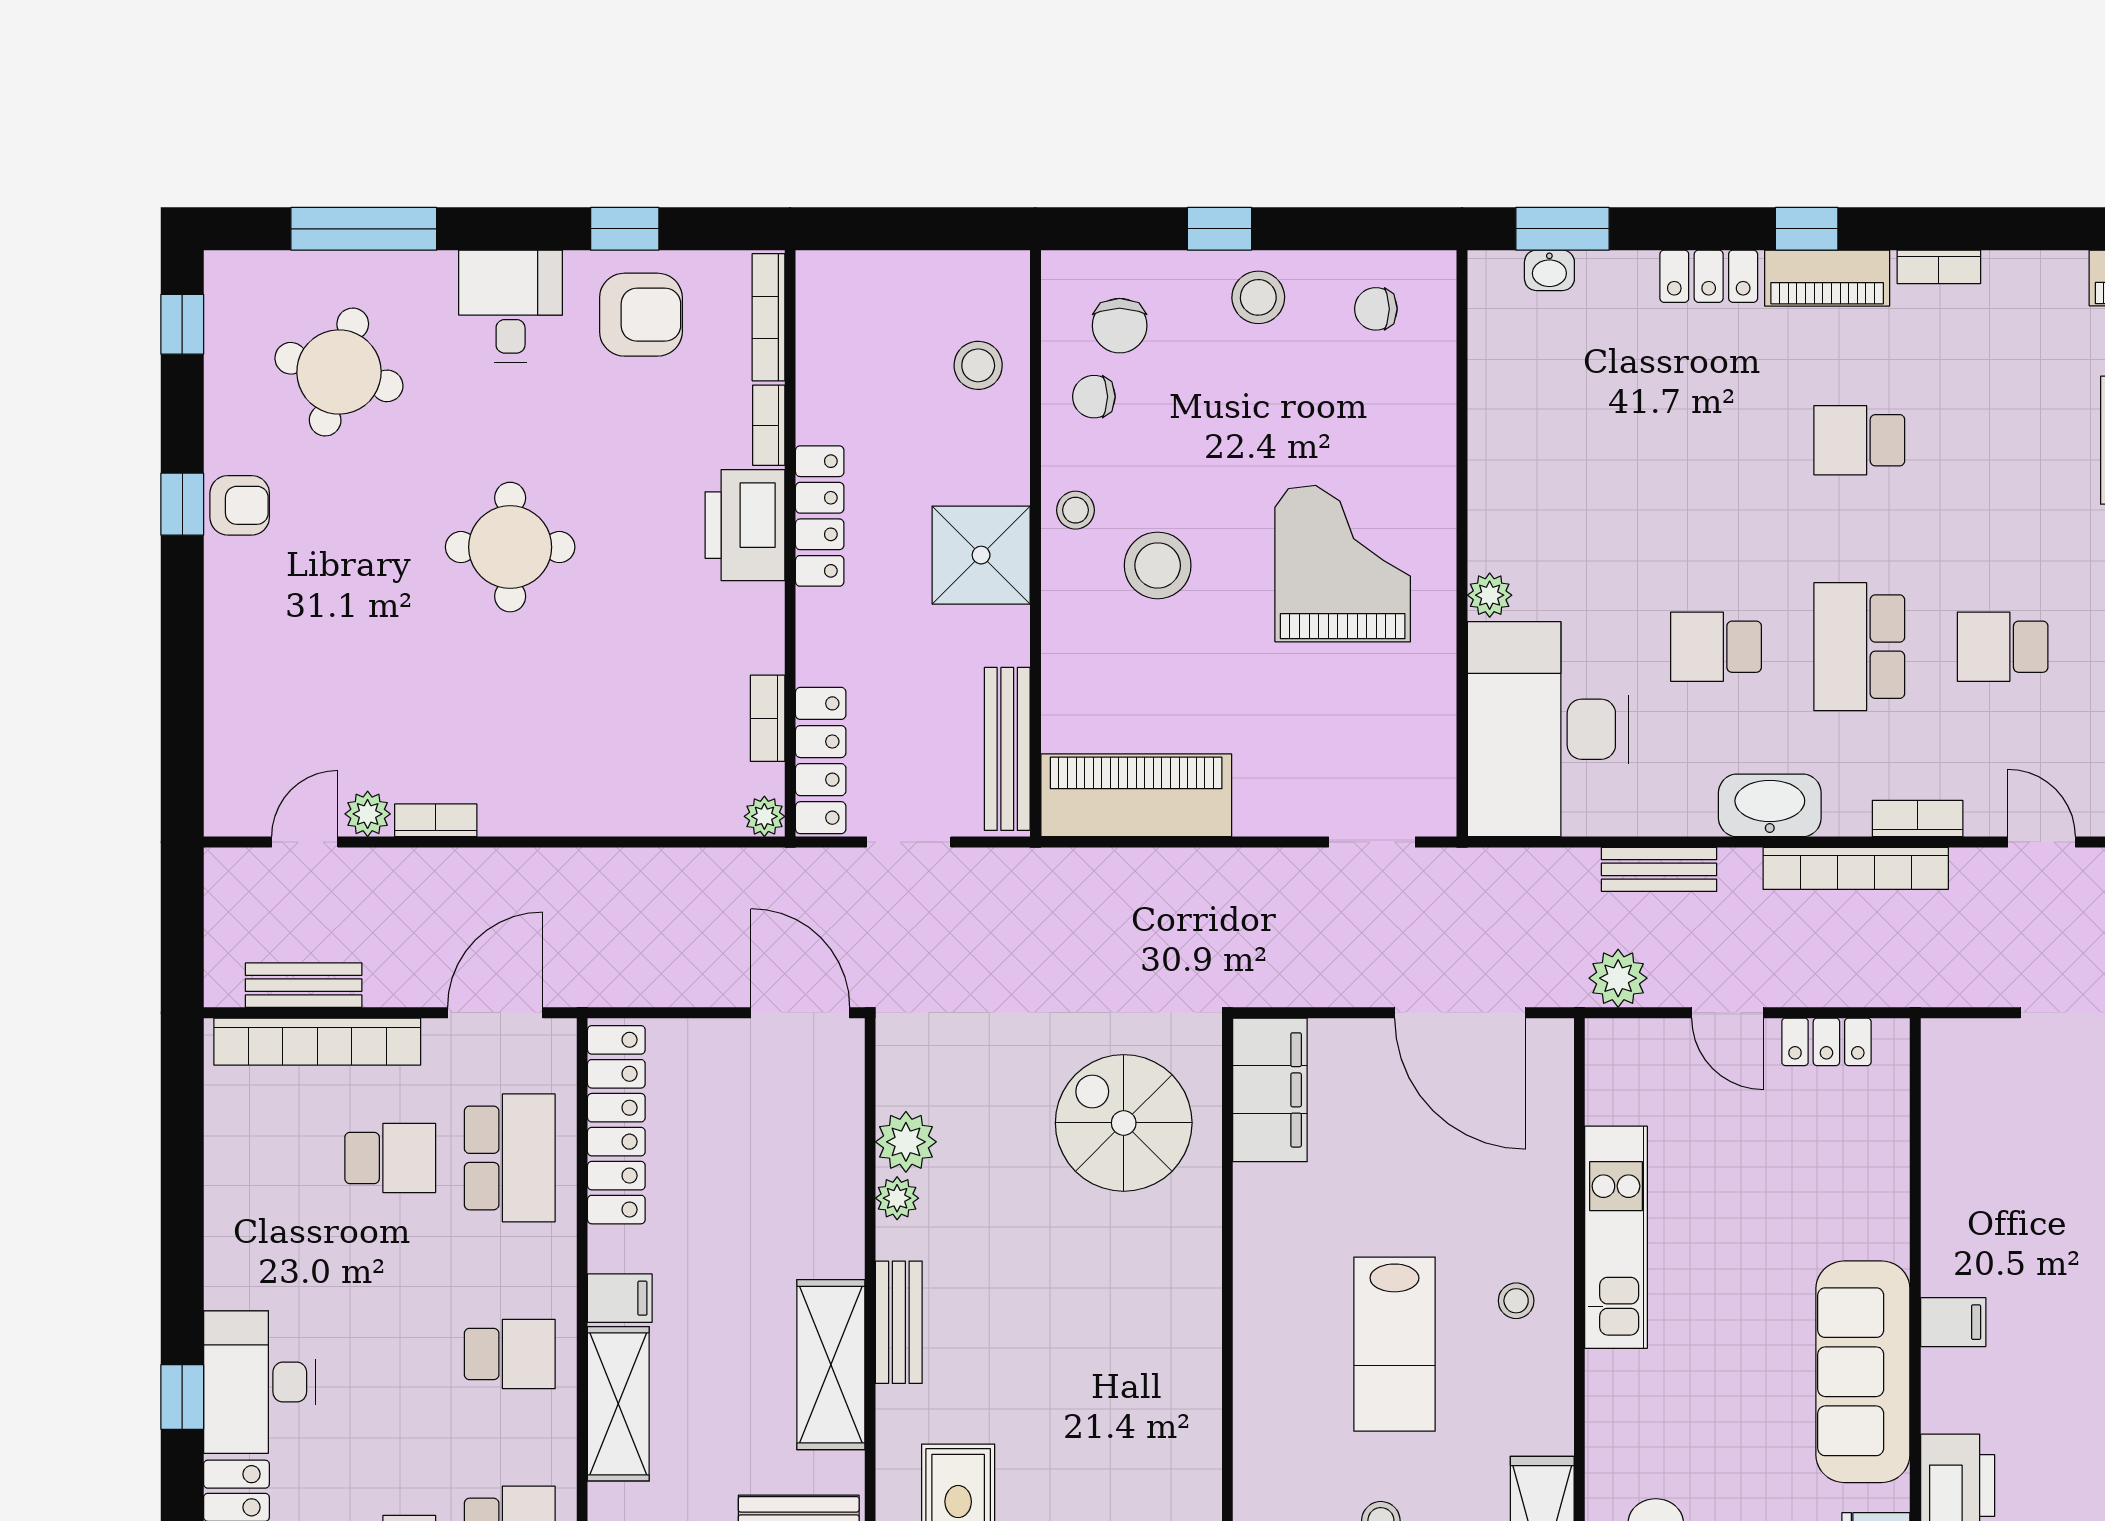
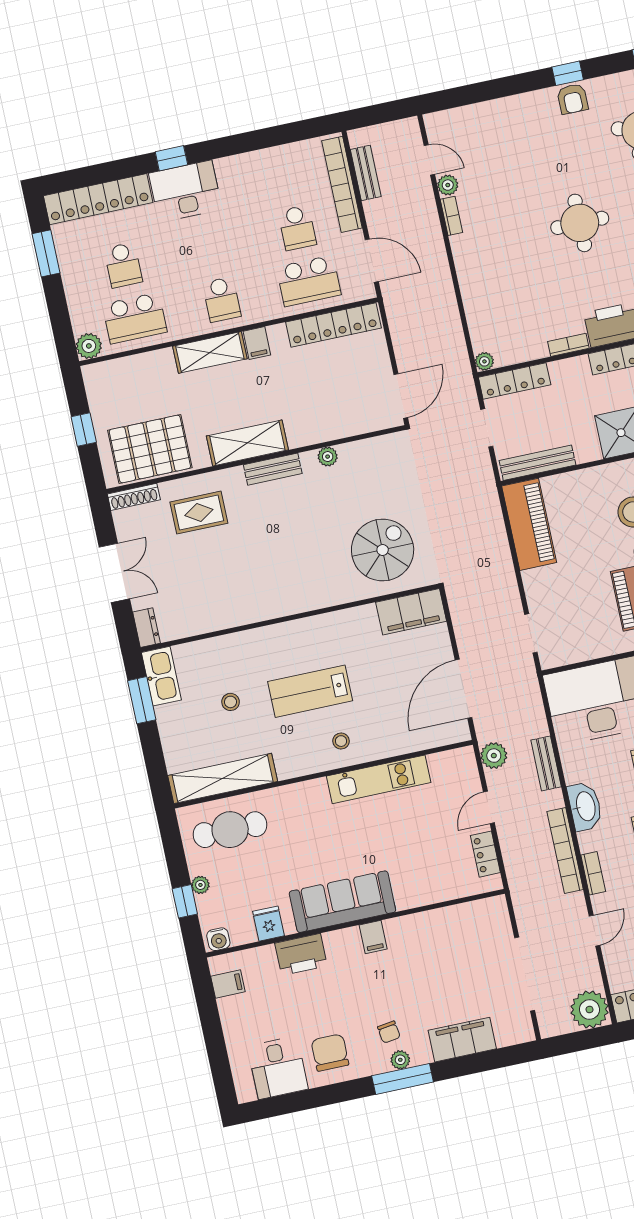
bookcase: (768, 718) -> (568, 345), moved
plant: (906, 1142) -> (353, 455), removed

